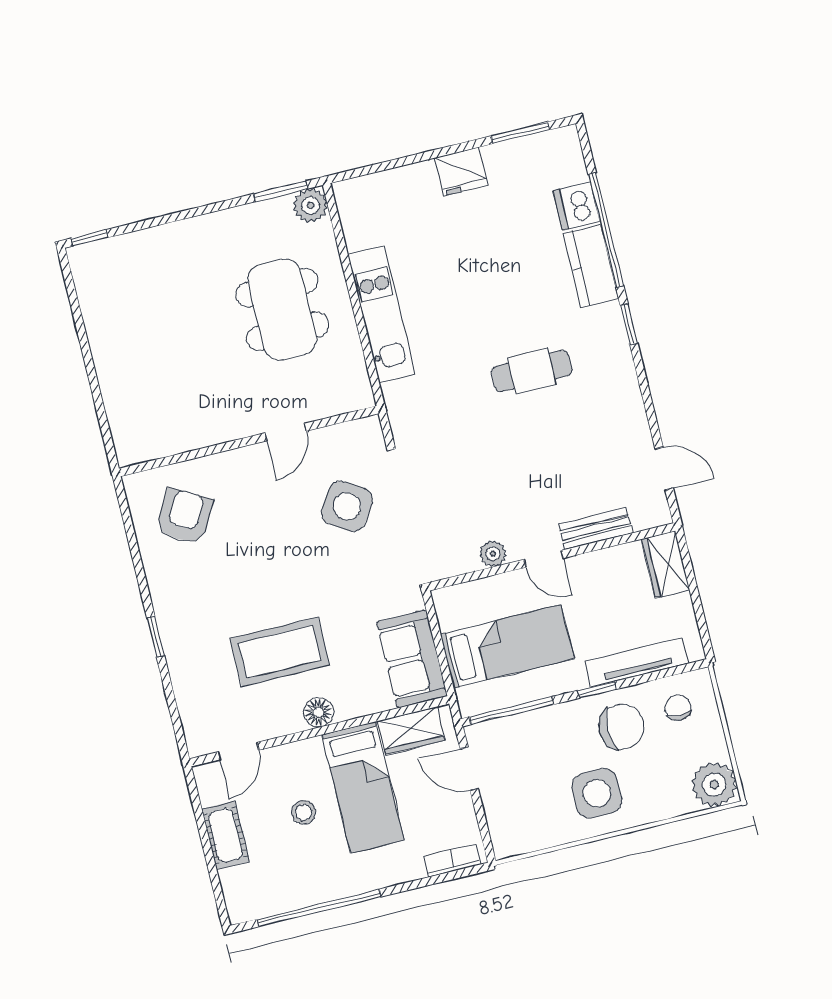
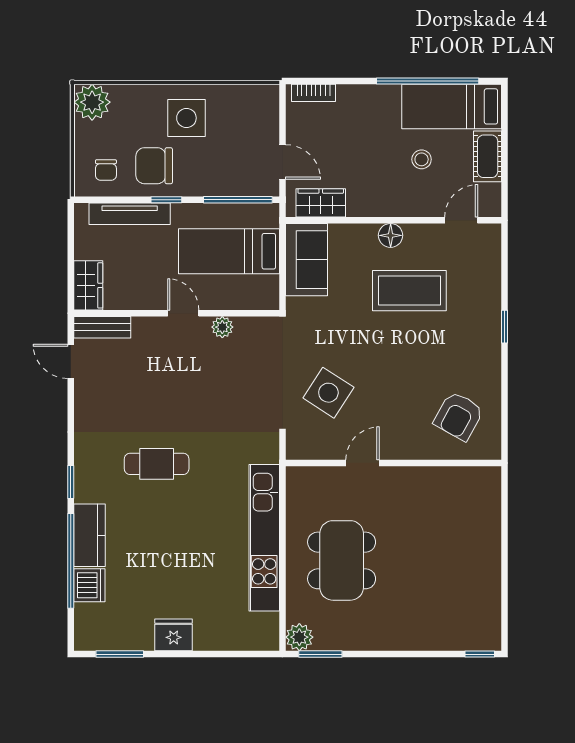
kitchen unit: (381, 314) -> (264, 538), width x1.36
bench: (596, 529) -> (102, 327), moved
bed: (363, 787) -> (452, 106), moved, turned -90

